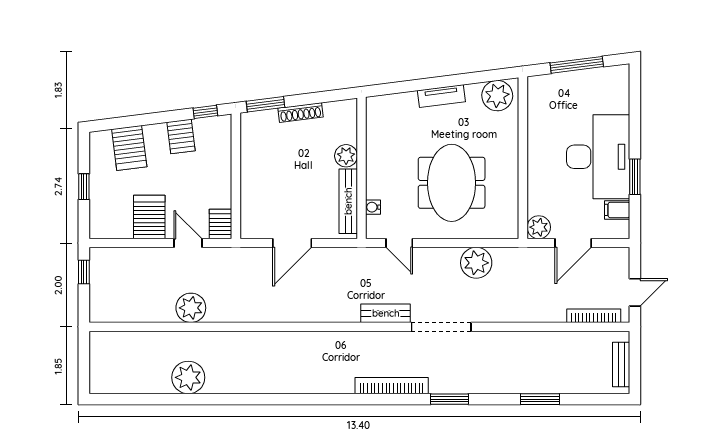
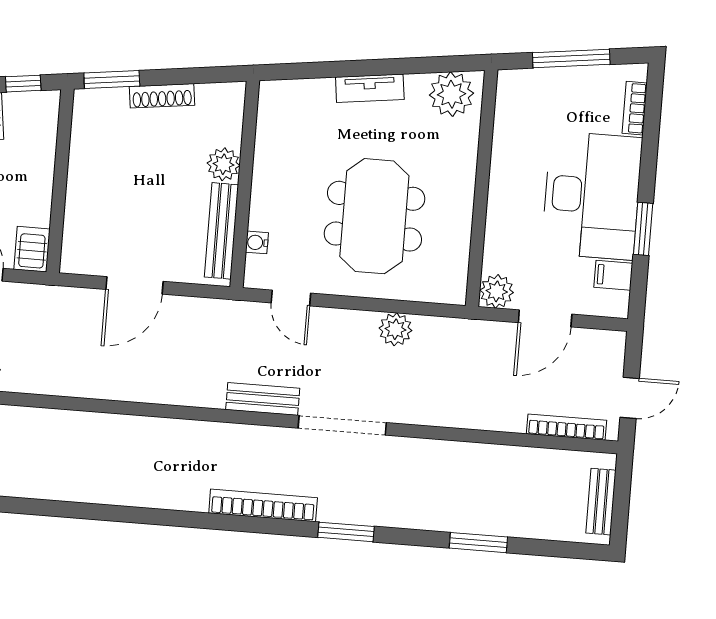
bookcase: (623, 95) -> (635, 108), added
plant: (476, 263) -> (395, 329), width x0.73, depth x0.73

